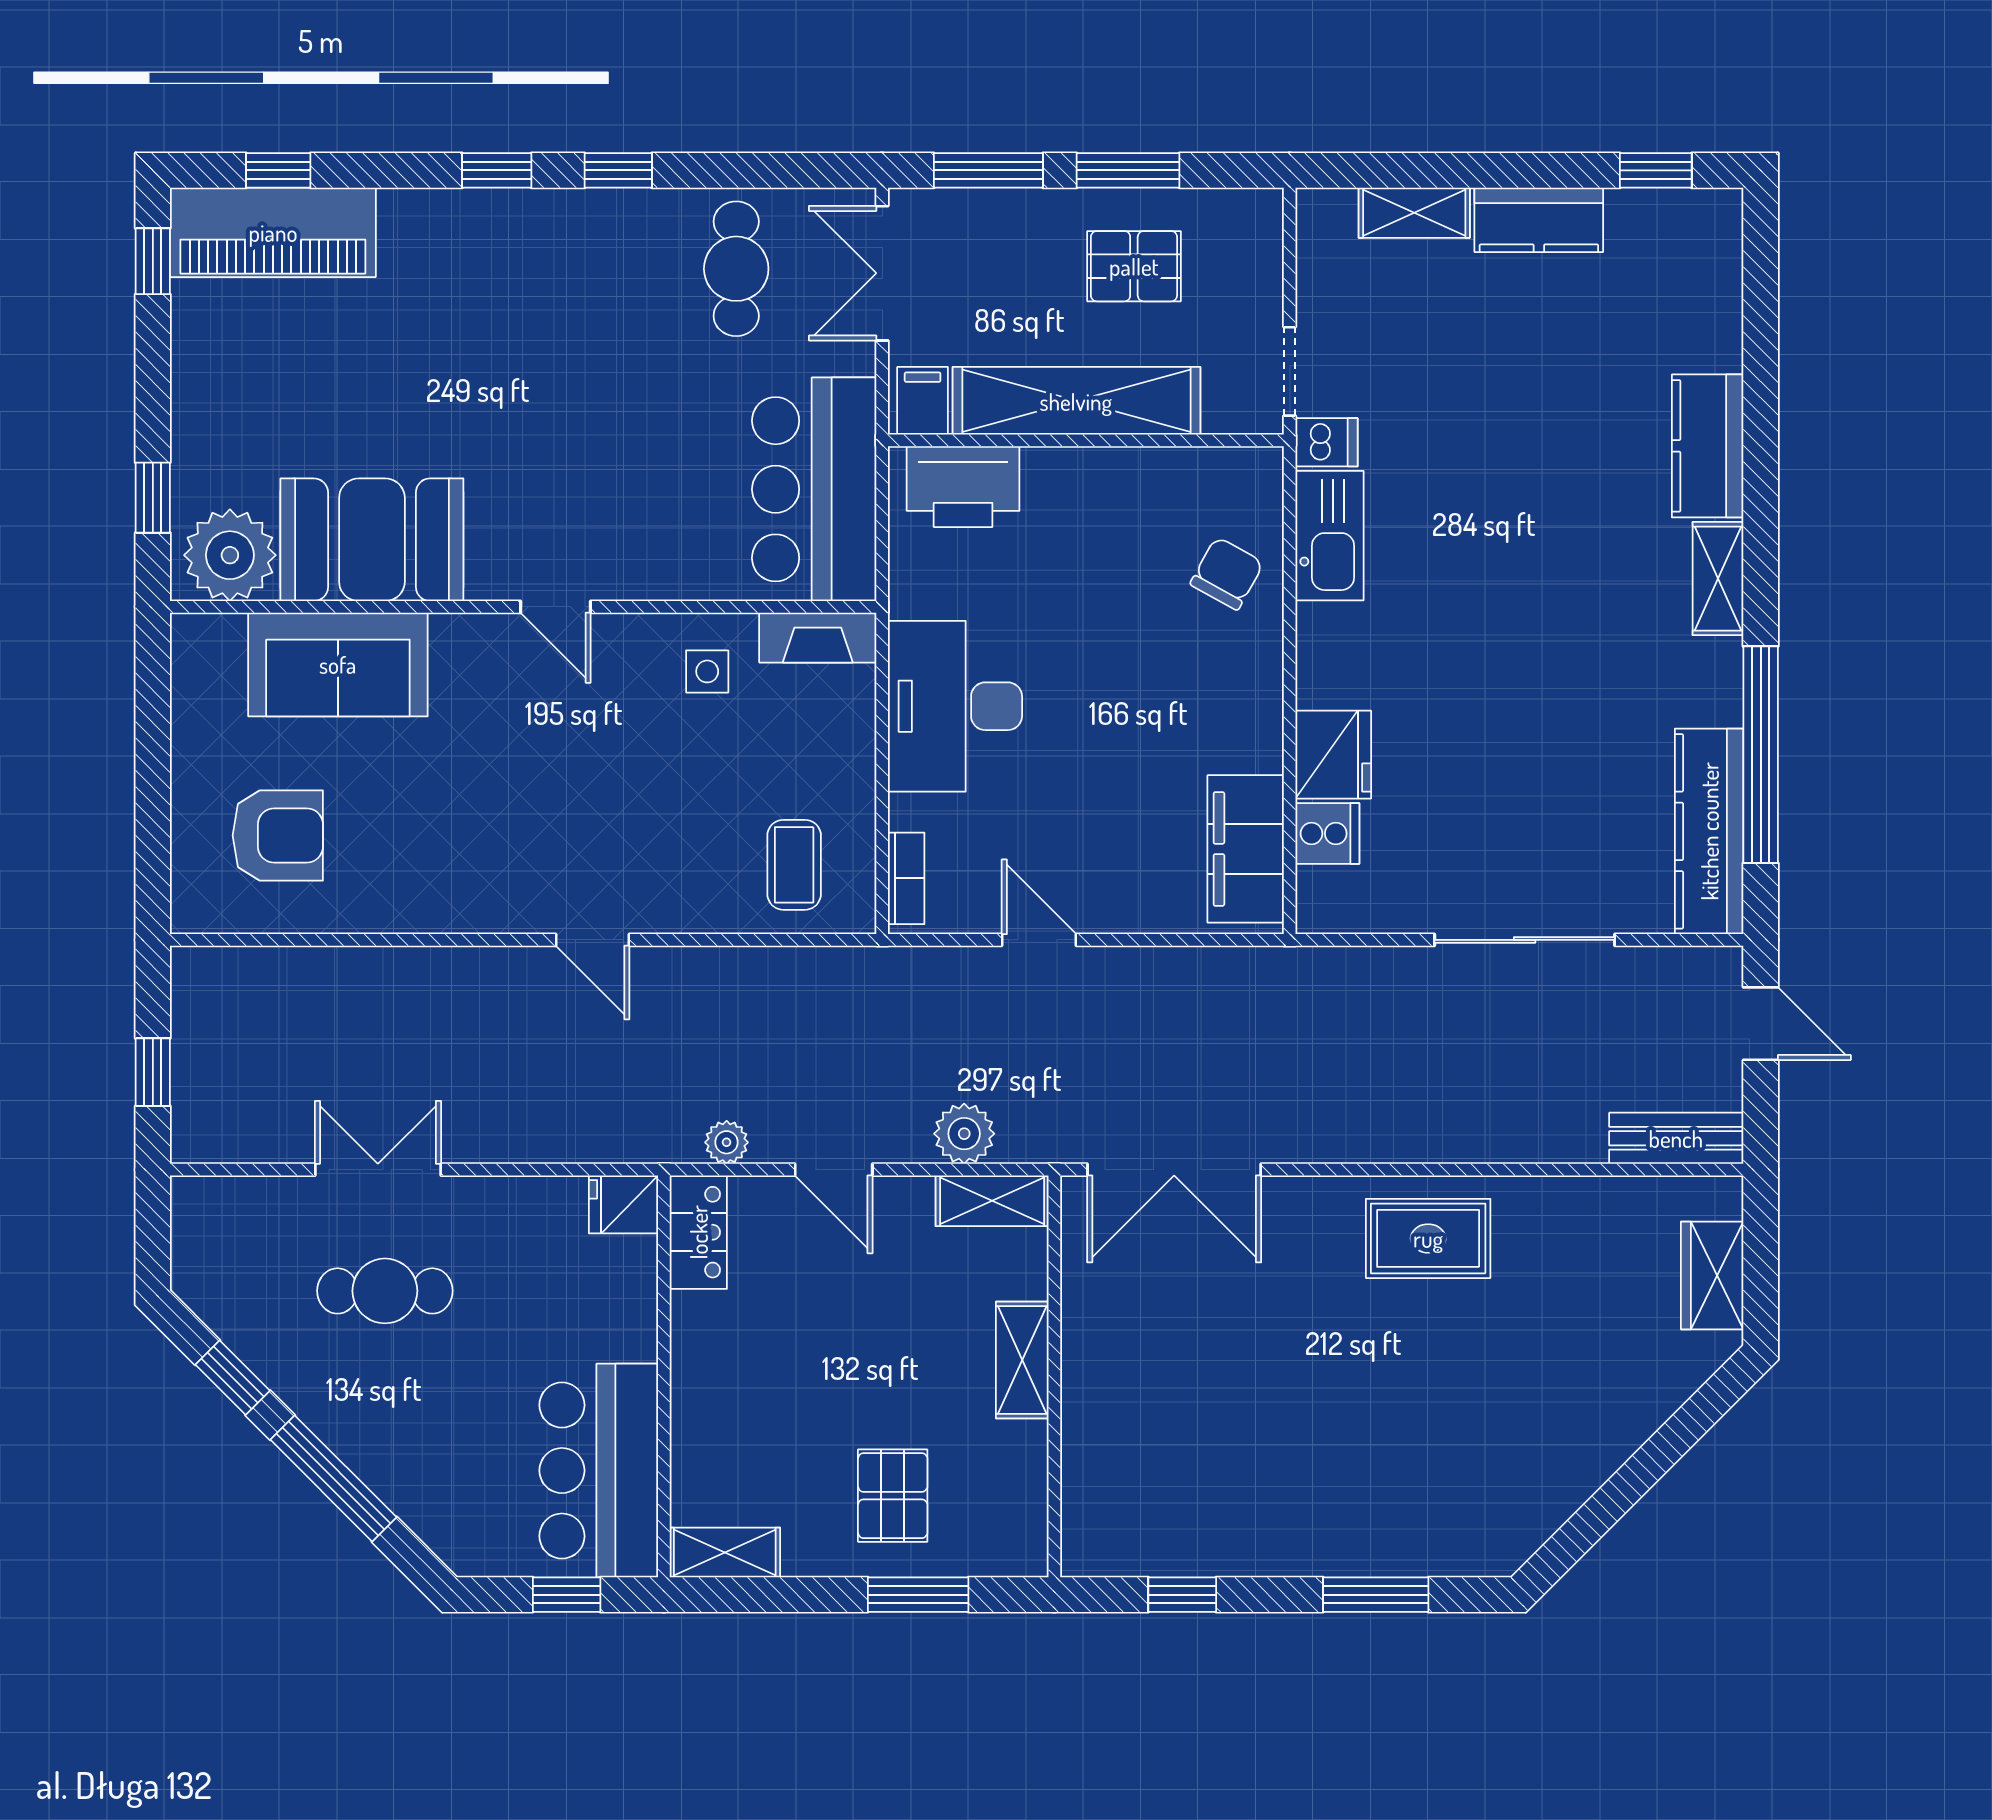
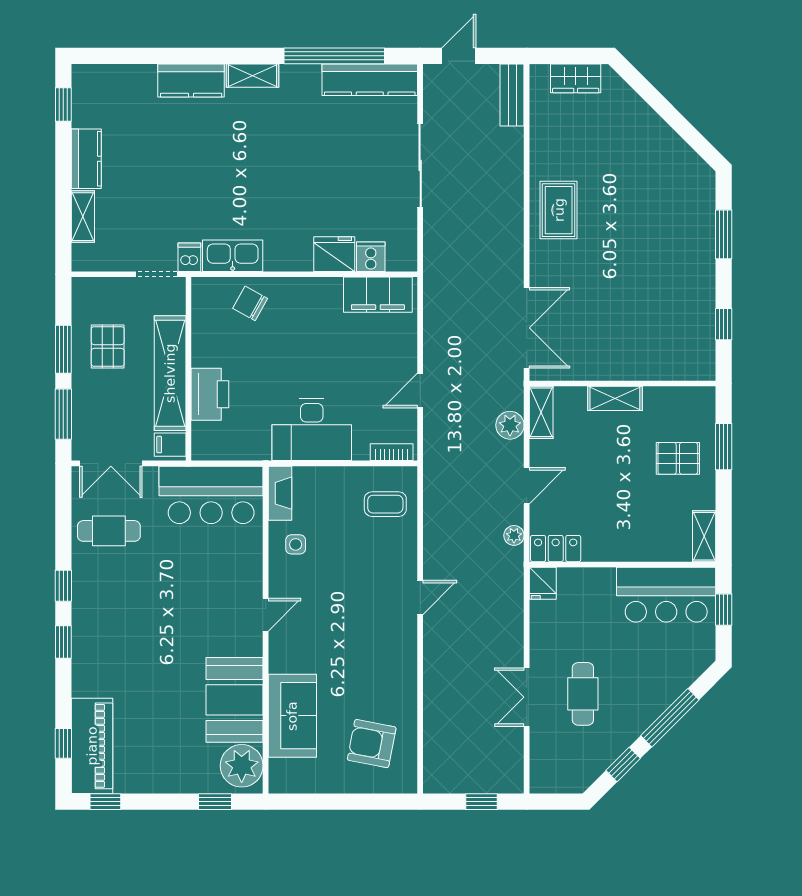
printer: (963, 487) -> (210, 394), moved
armchair: (278, 835) -> (372, 744), turned -79

